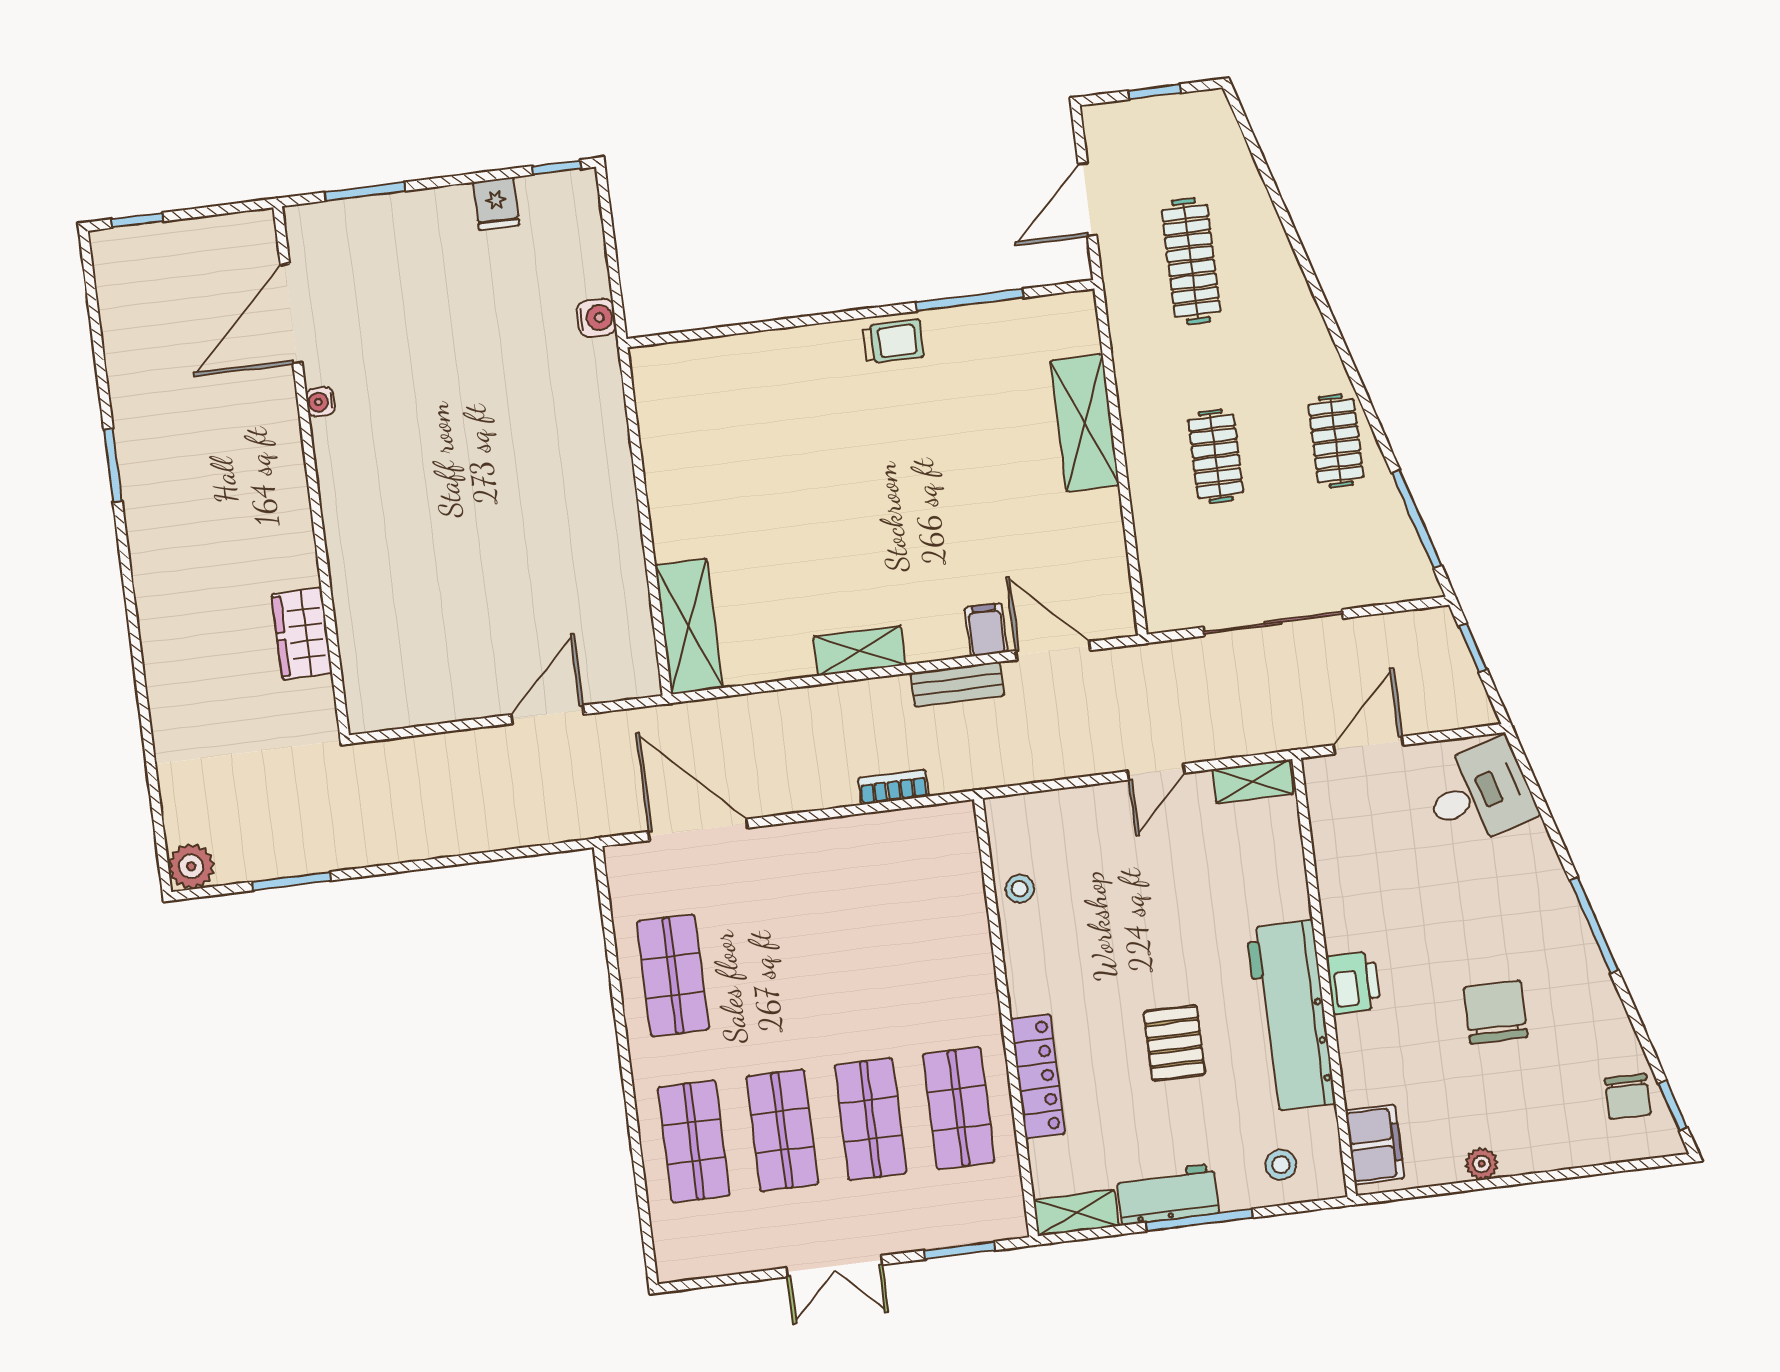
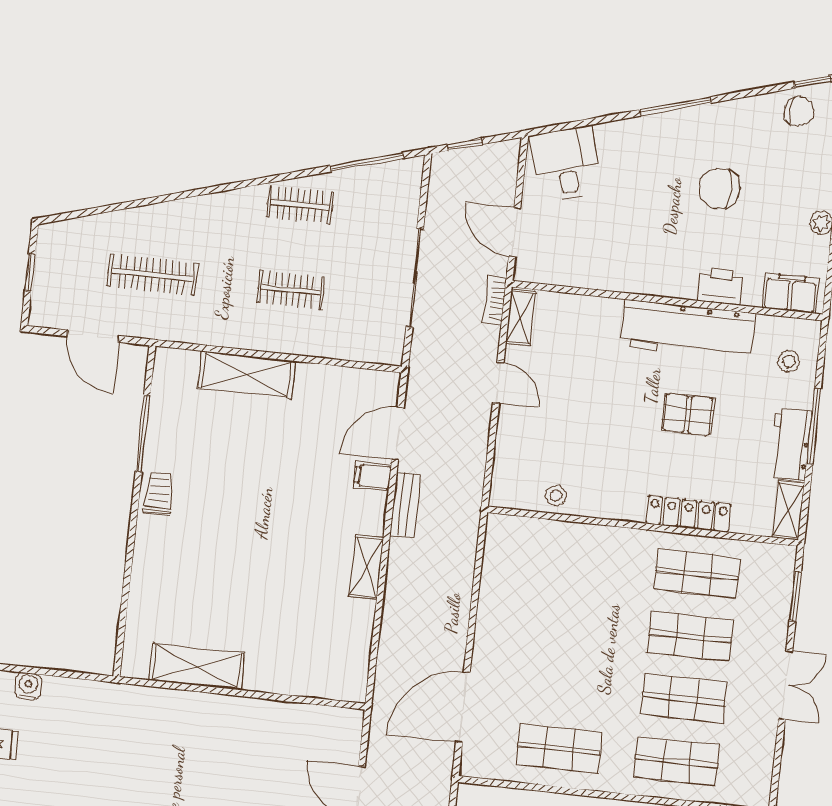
water cooler: (596, 318) -> (28, 686), moved
shelving: (689, 626) -> (197, 667), moved
bookcase: (893, 787) -> (494, 300), moved
printer: (1354, 983) -> (720, 286), moved

